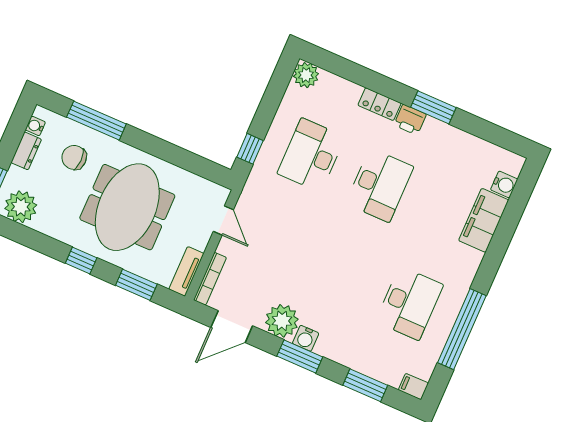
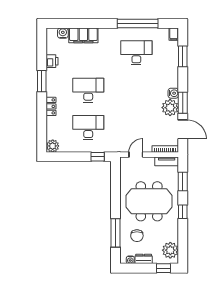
printer: (410, 120) -> (52, 61), moved
desk: (311, 155) -> (88, 128), turned 180
window: (300, 357) -> (183, 103), moved

